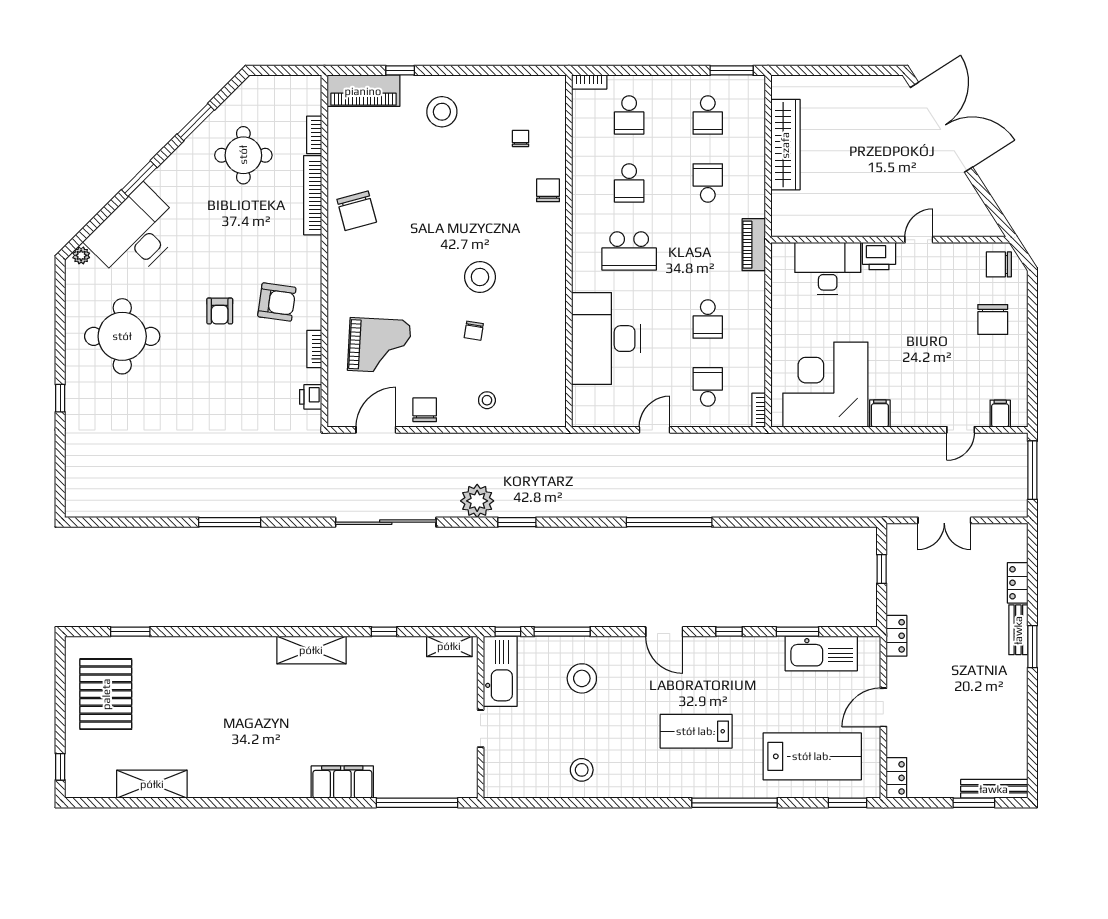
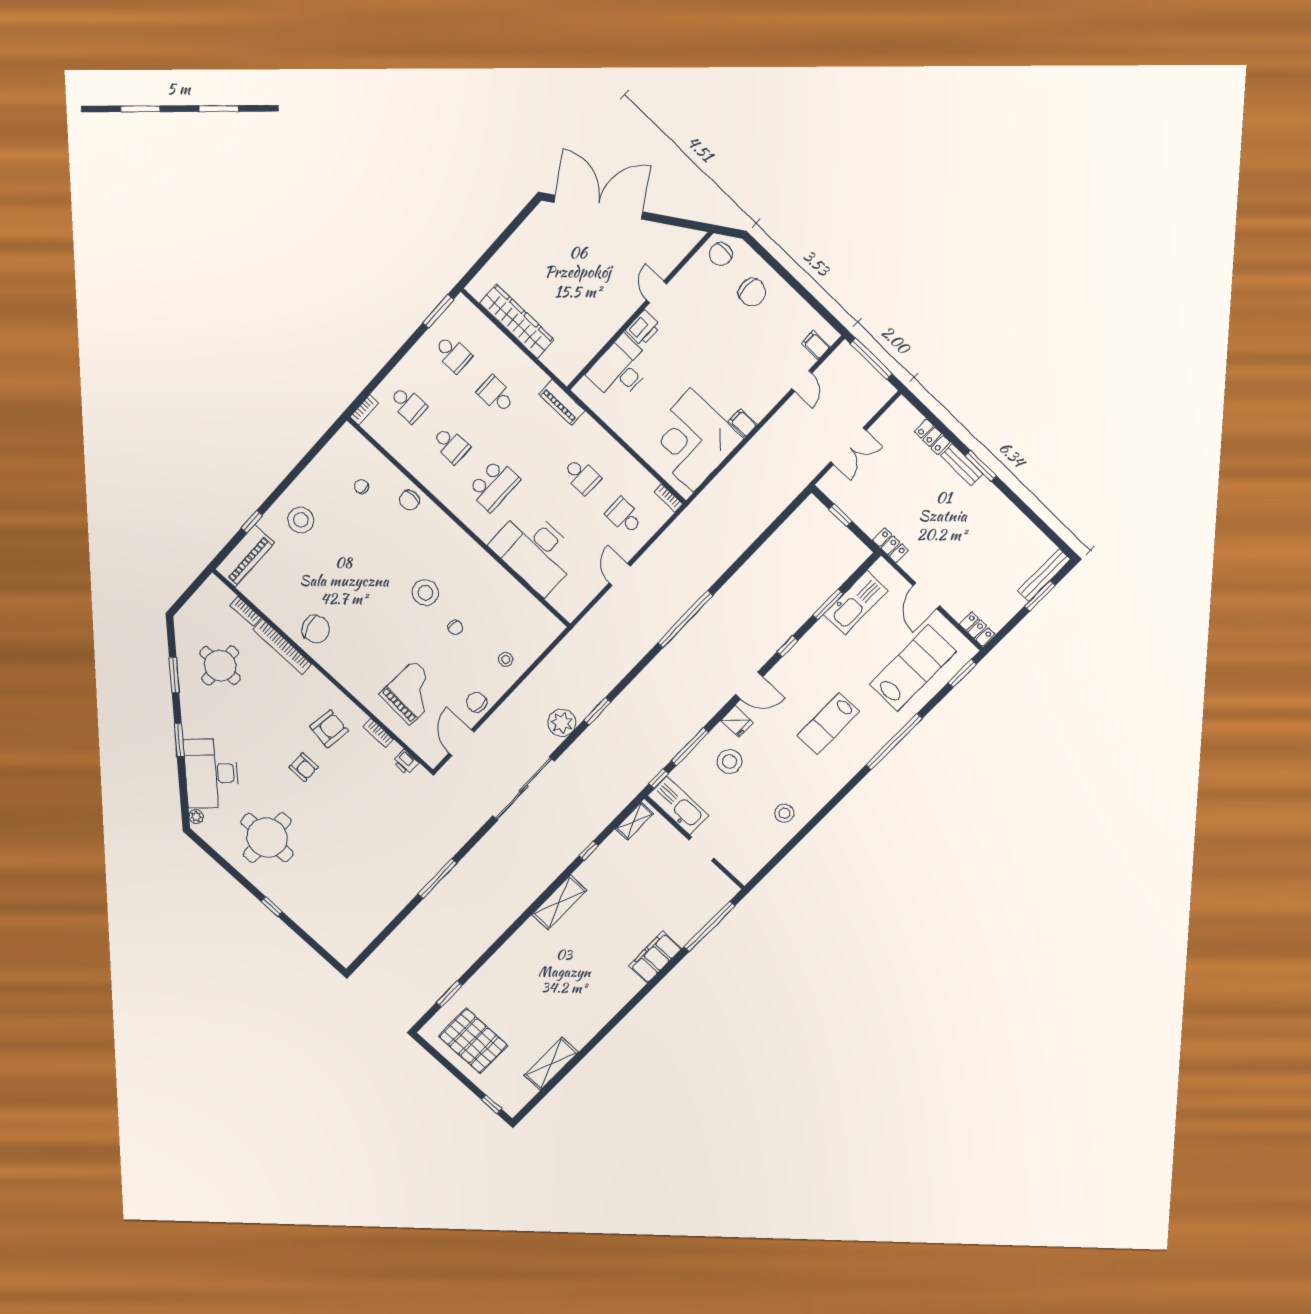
chair: (548, 190) -> (409, 500), turned -90
fridge: (623, 651) -> (737, 722), added

